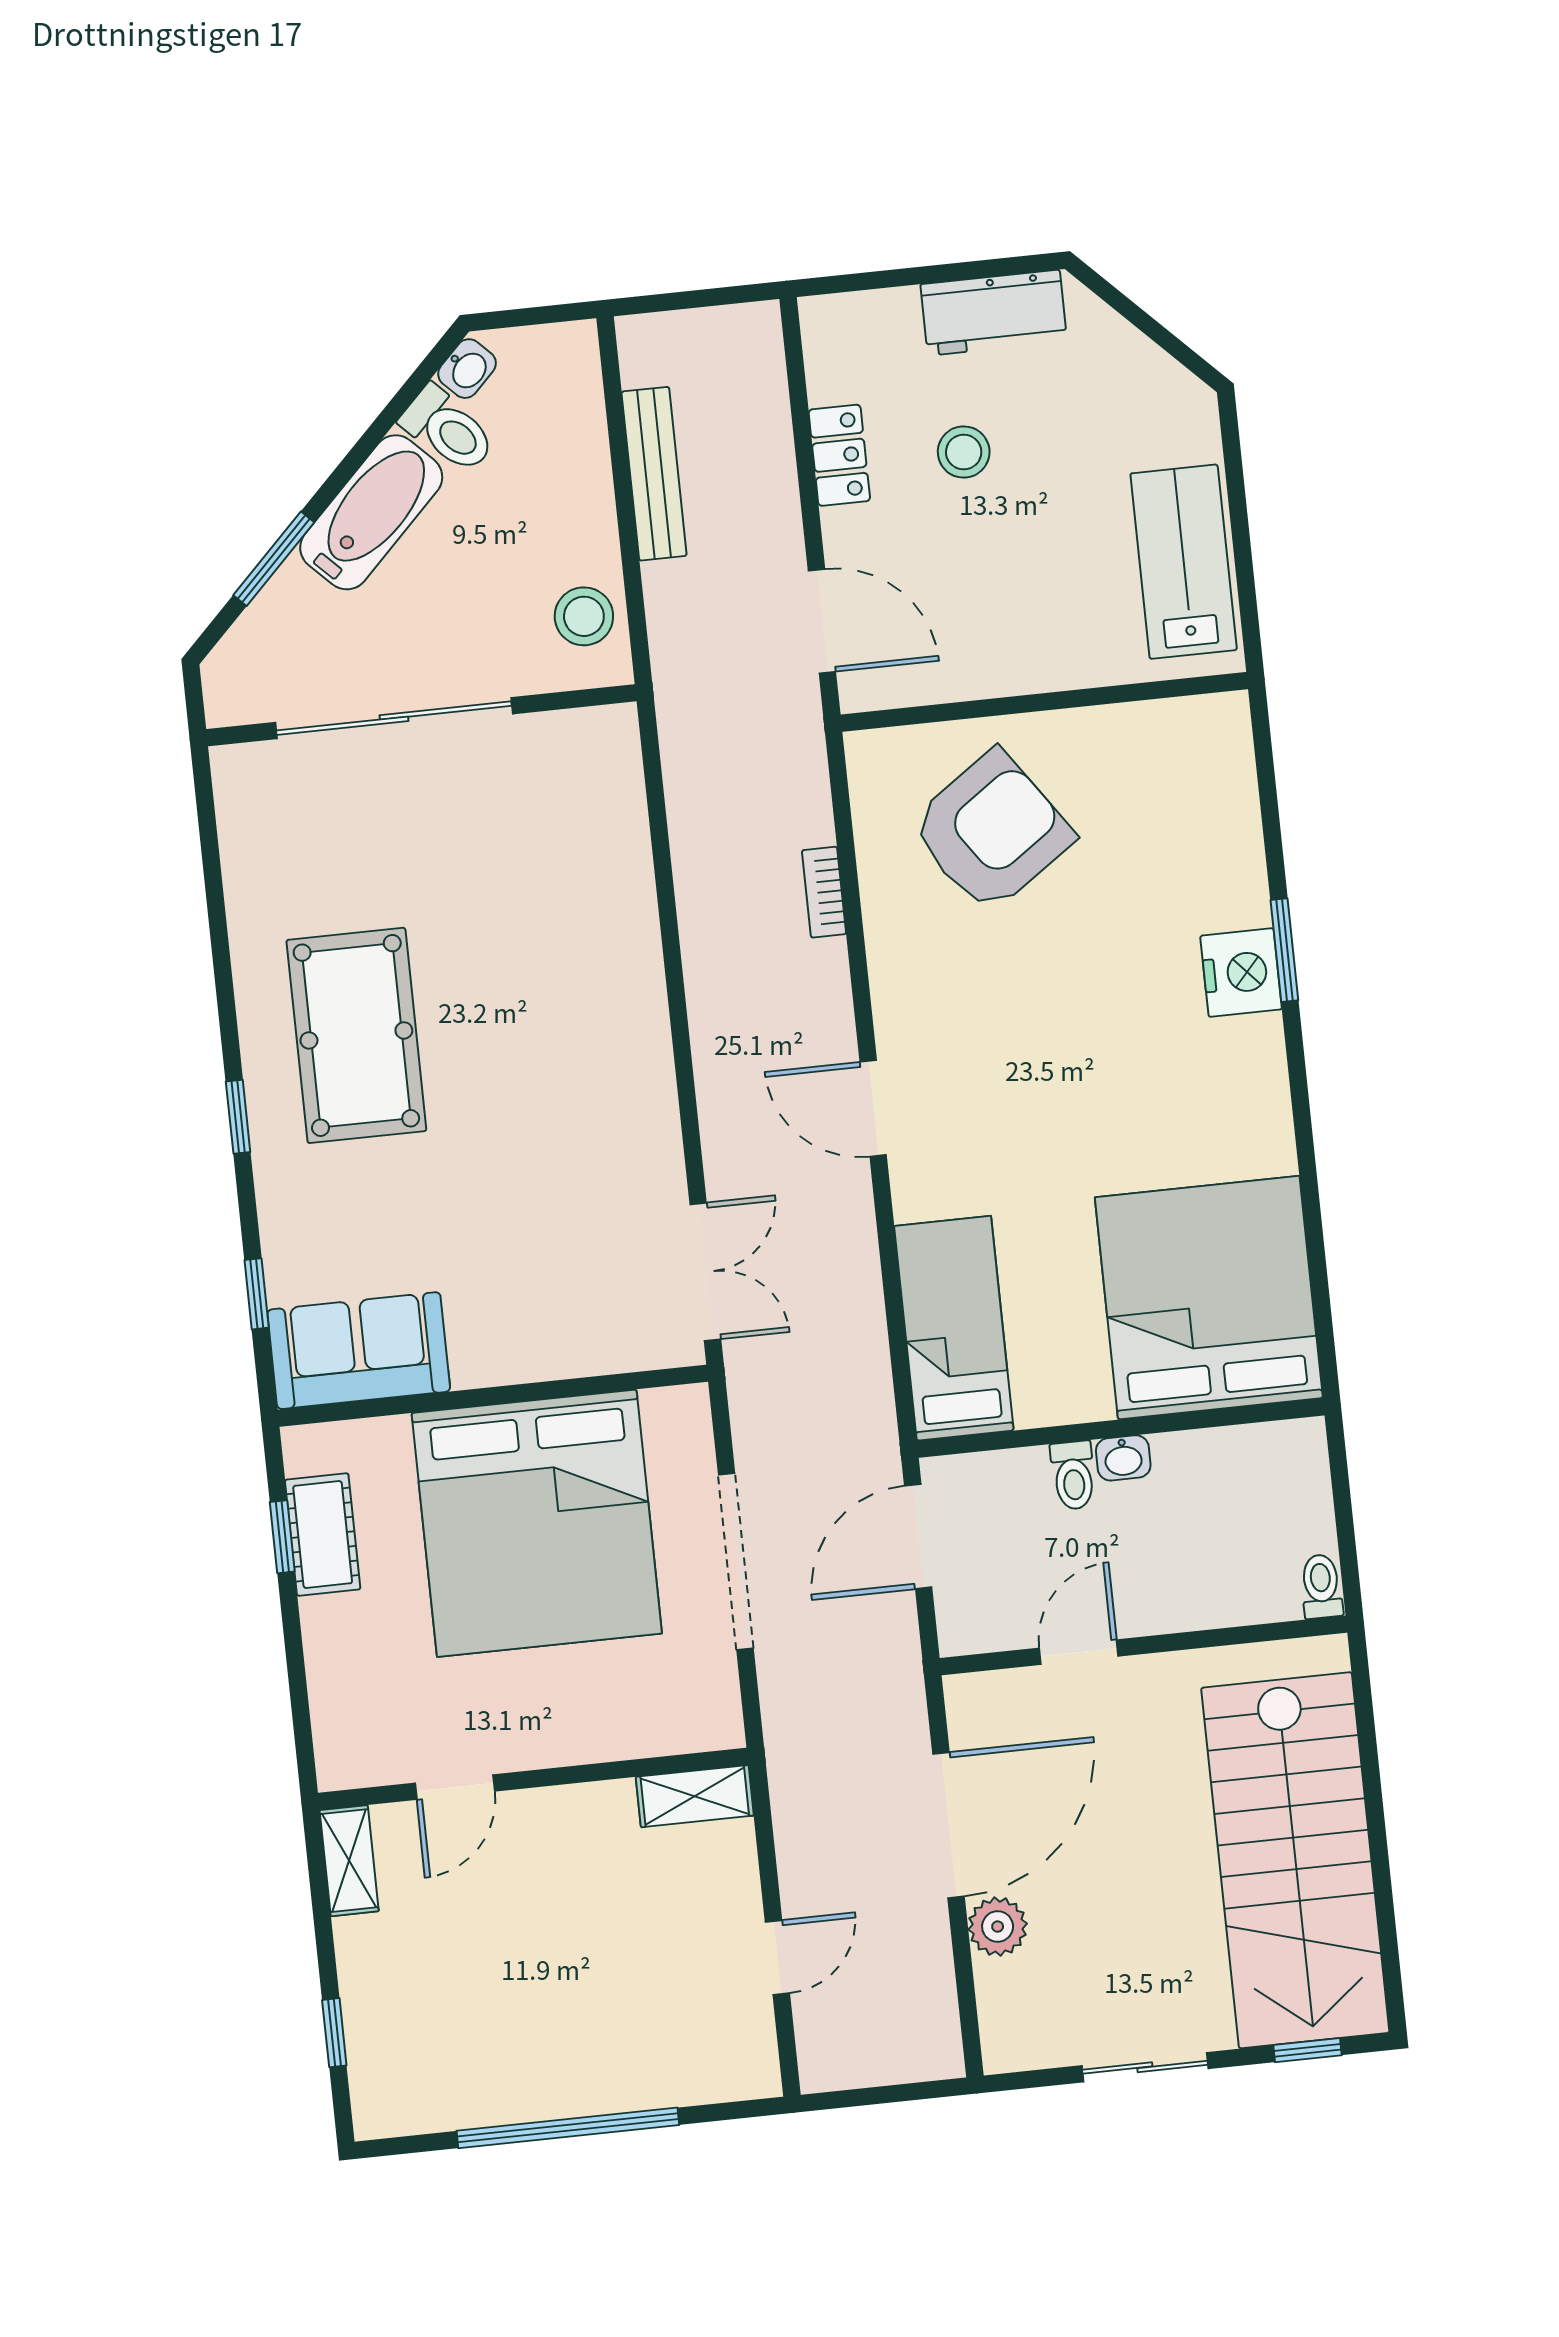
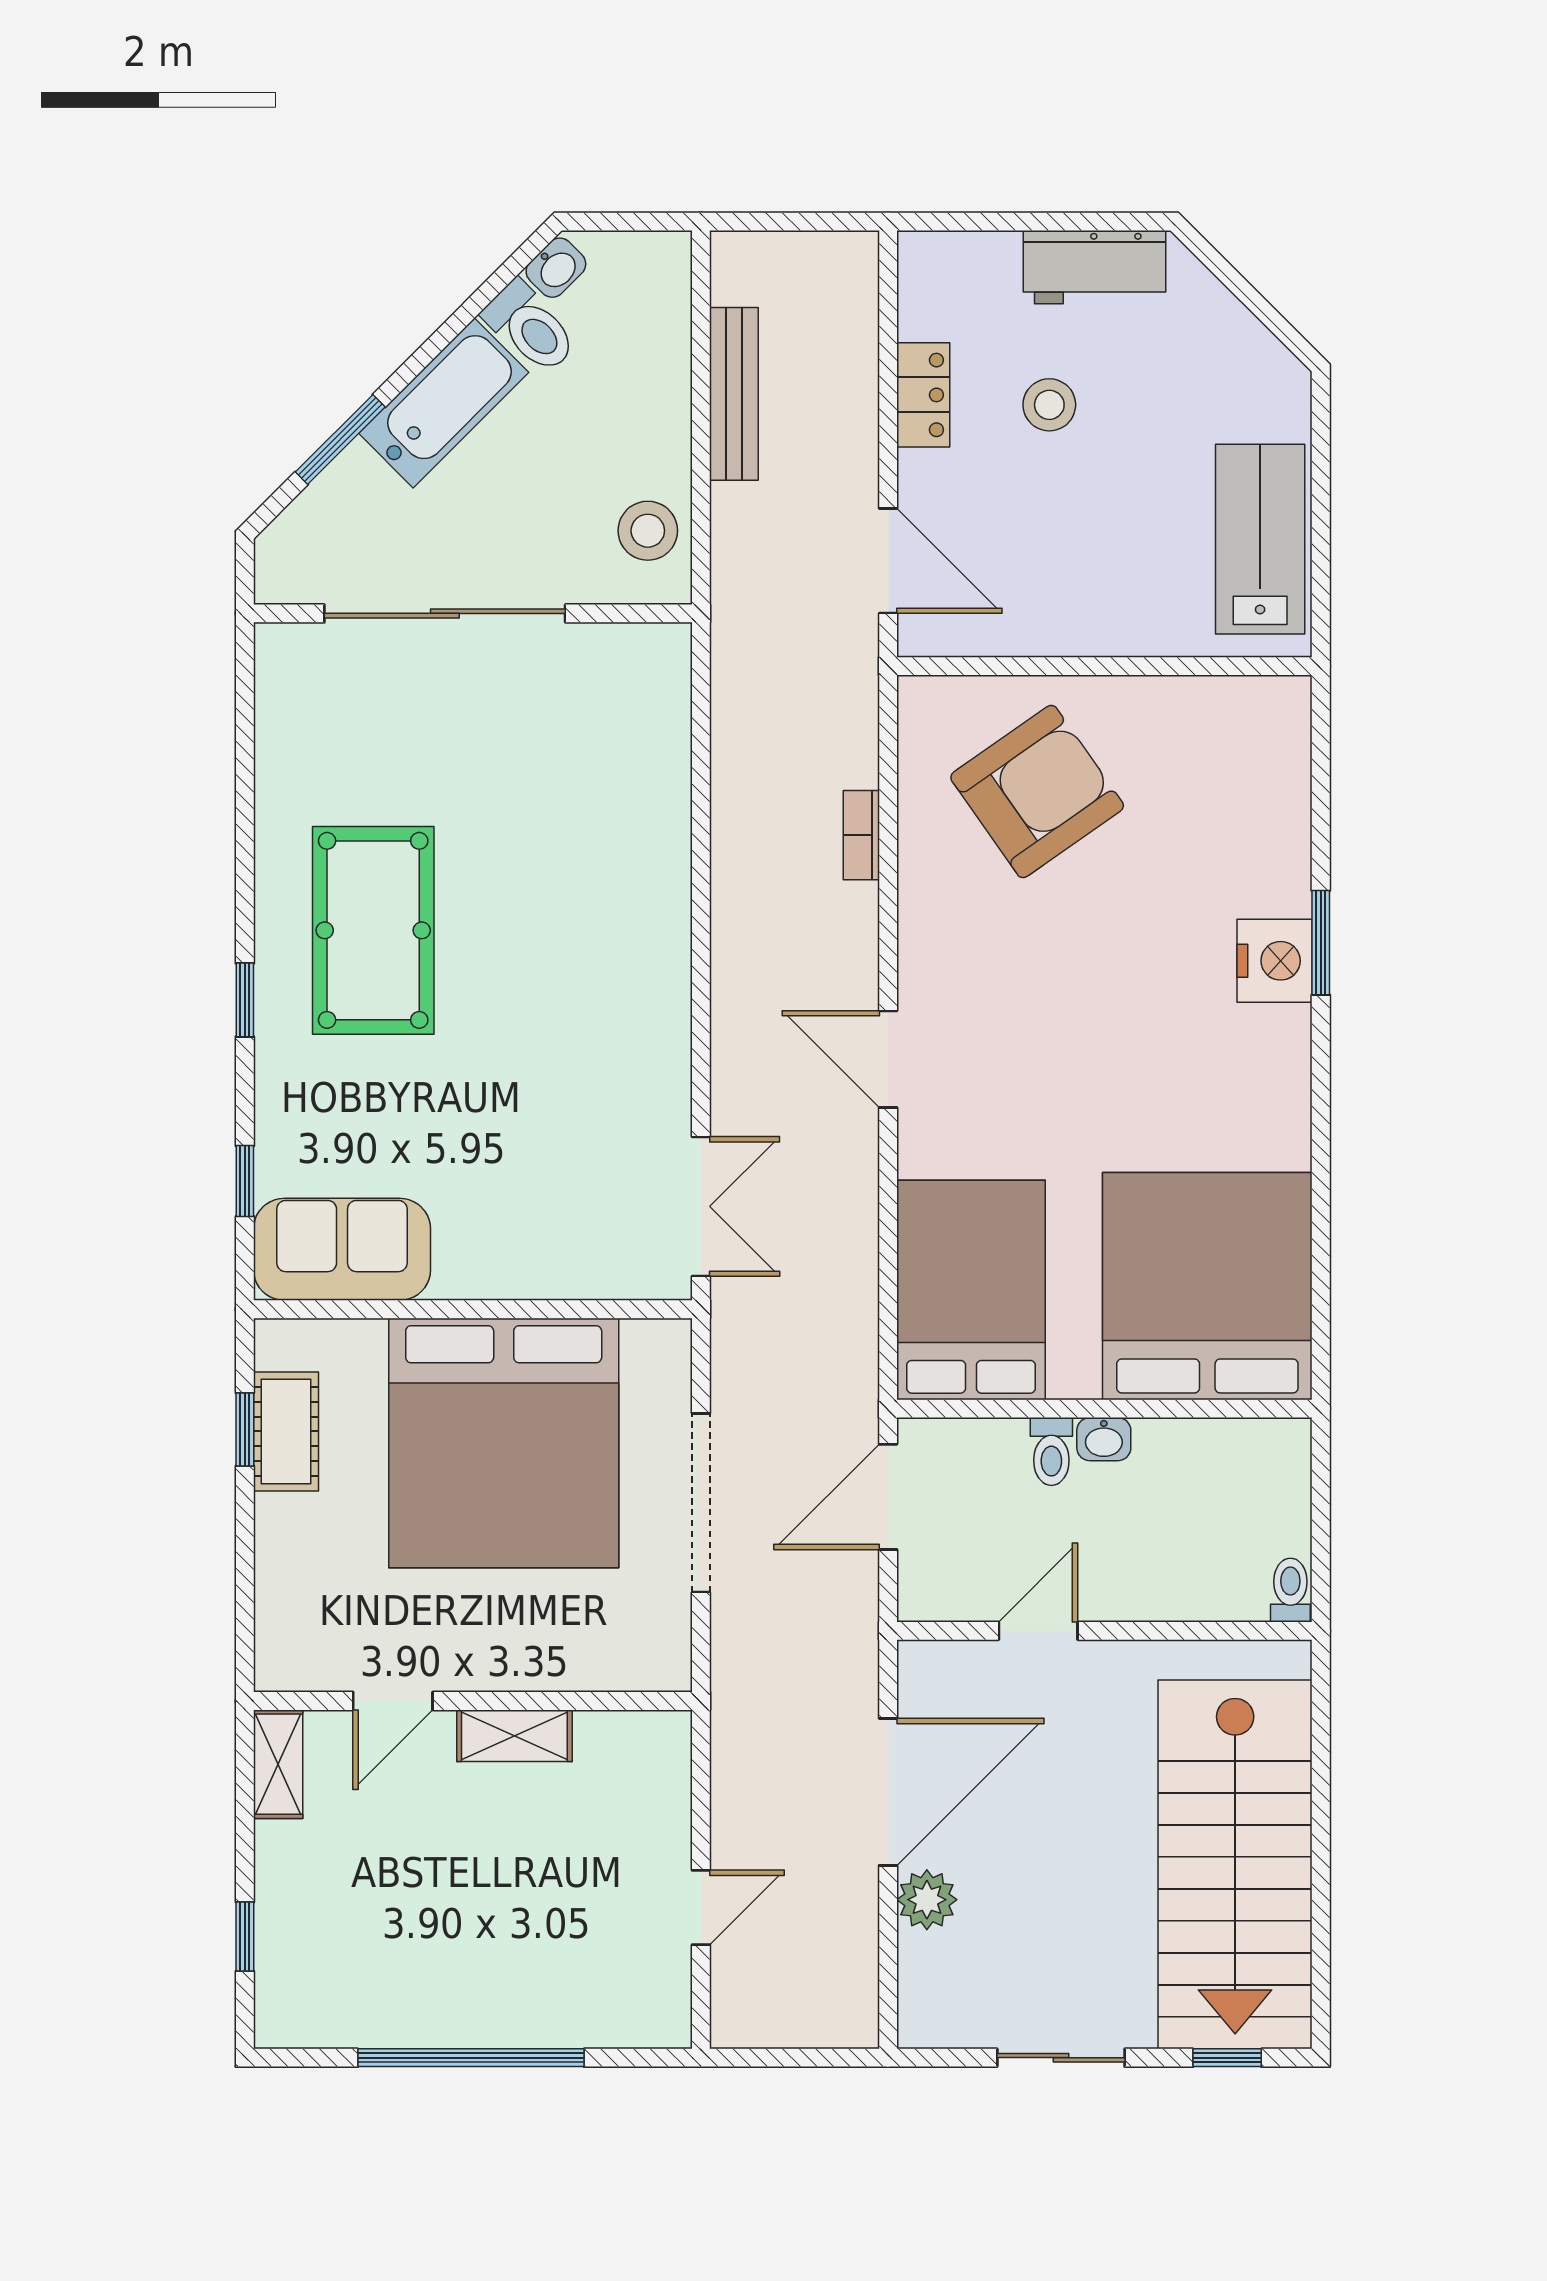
bed: (954, 1328) -> (971, 1290), width x1.50
shelving: (695, 1796) -> (514, 1736), moved

